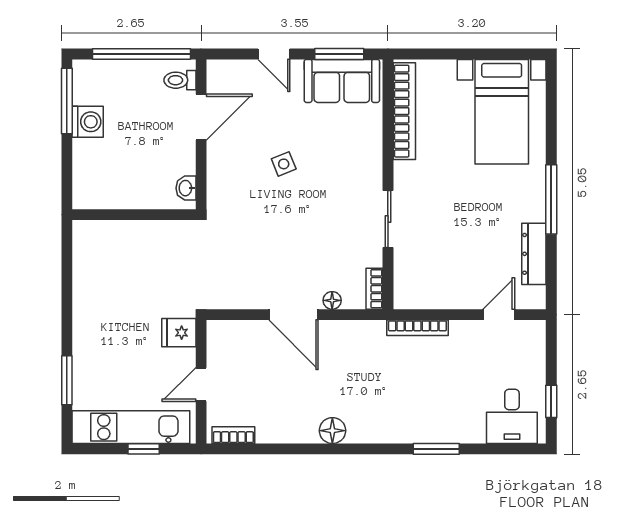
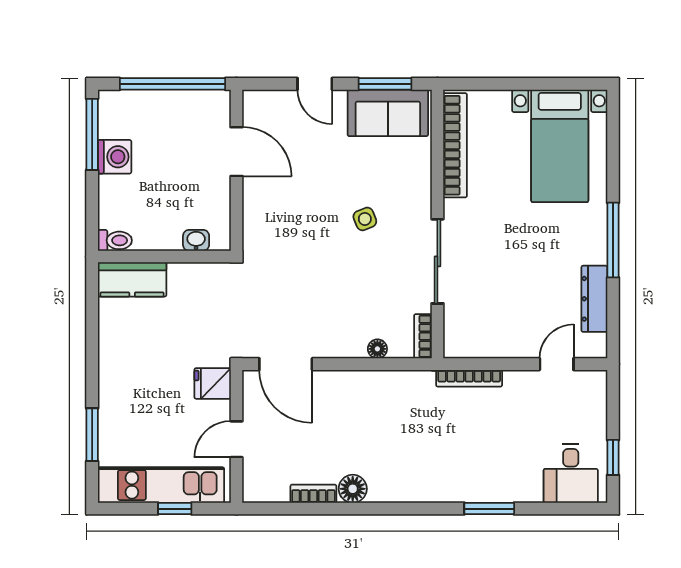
toilet: (180, 80) -> (115, 240), moved, turned 180
door: (201, 117) -> (236, 152), hinge flipped
side table: (284, 164) -> (365, 219), moved
washbasin: (186, 188) -> (196, 240), moved, turned 90
sliding door: (388, 219) -> (437, 261), width x1.37
kitchen counter: (104, 236) -> (132, 279), added
door: (293, 315) -> (286, 364), moved
floor lamp: (332, 431) -> (353, 489), moved
bookcase: (233, 435) -> (313, 494), moved

